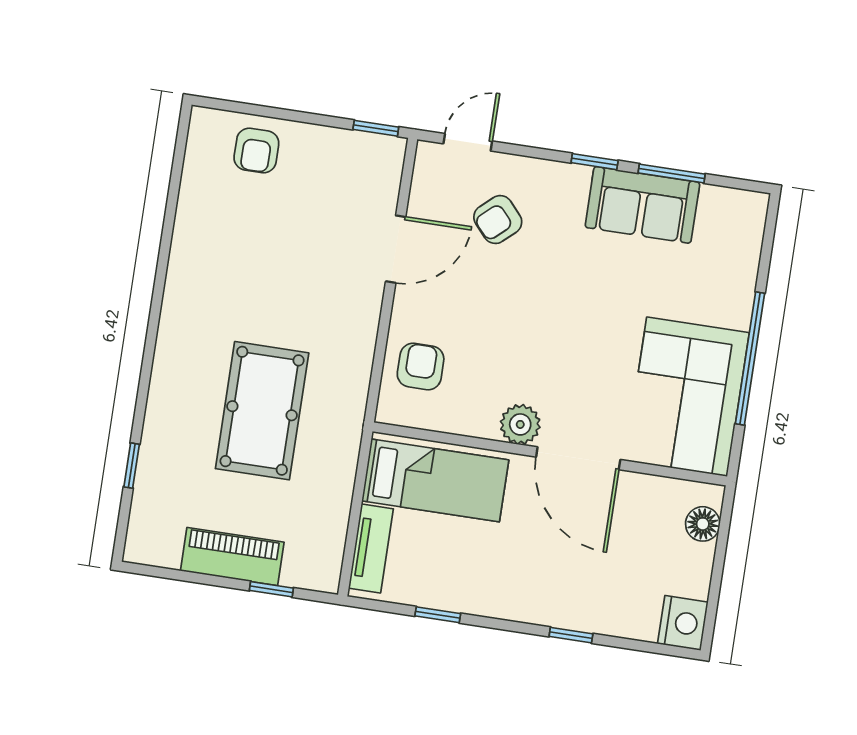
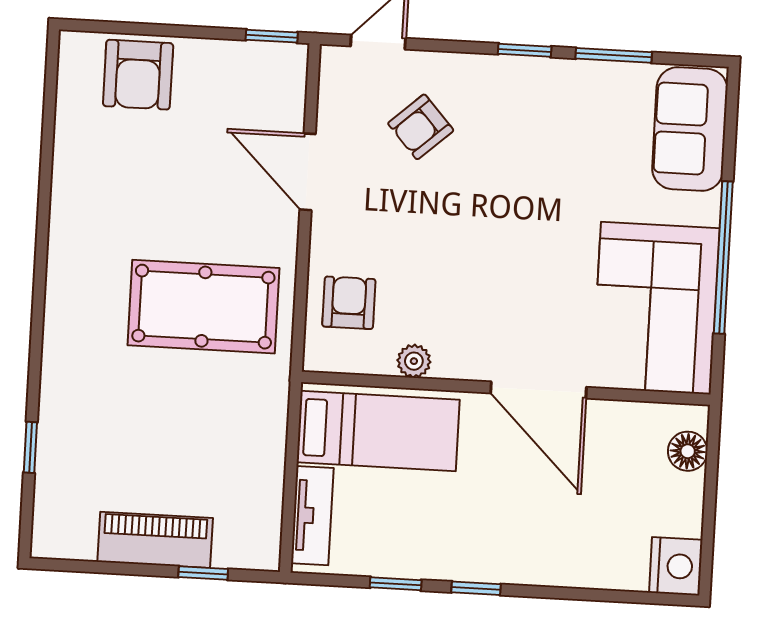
armchair: (256, 151) -> (138, 75), width x1.38, depth x1.38
sofa: (642, 205) -> (690, 129), moved, turned 90
door: (396, 249) -> (308, 172), swing flipped
pool table: (262, 411) -> (203, 307), moved, turned 90
plant: (520, 424) -> (414, 361), moved, width x0.73, depth x0.73
window: (571, 635) -> (476, 588), moved

